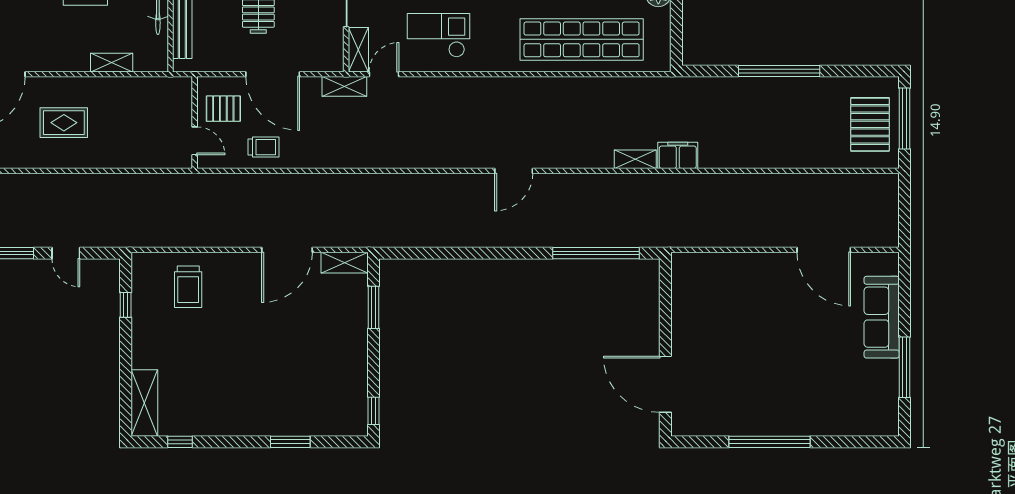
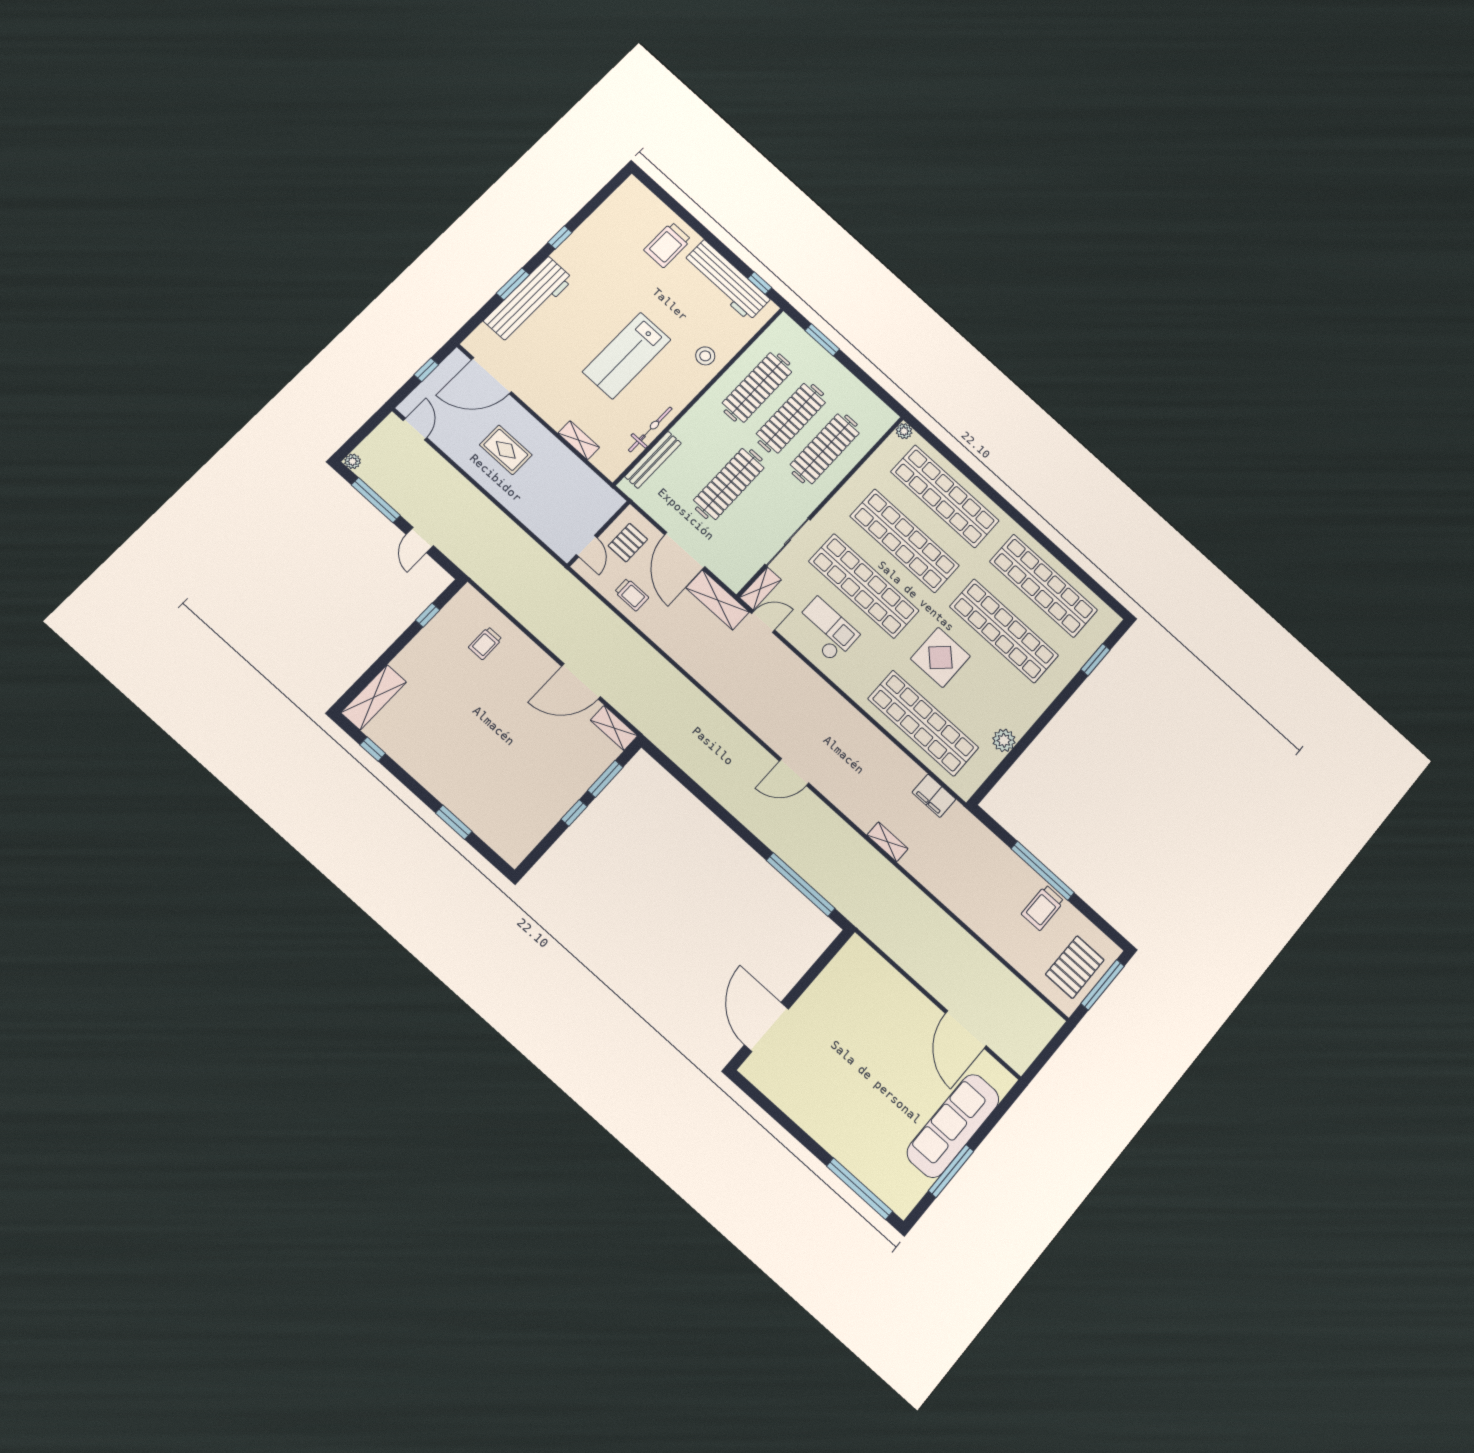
shelving: (344, 86) -> (718, 600), width x1.50, depth x1.33
trolley: (804, 100) -> (1043, 908), added
pallet: (223, 109) -> (628, 543), turned 90
filing cabinet: (678, 155) -> (934, 796), moved, turned 180
trolley: (188, 287) -> (485, 643), width x0.73, depth x0.72
sofa: (882, 317) -> (953, 1126), width x1.36, depth x1.27
window: (374, 411) -> (574, 813), moved
window: (770, 442) -> (860, 1189), moved

